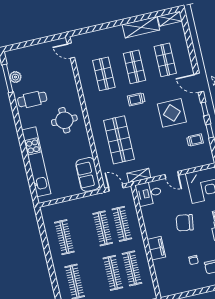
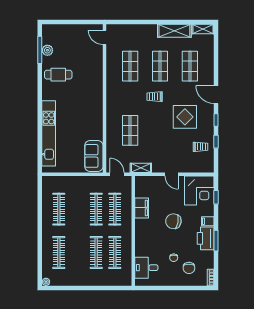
round table: (64, 120) -> (84, 101), removed
shop shelf: (119, 140) -> (130, 130), width x0.70, depth x0.74
desk: (149, 193) -> (146, 268), moved
filing cabinet: (156, 248) -> (142, 208), moved

